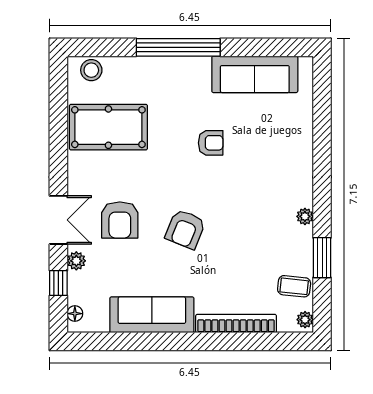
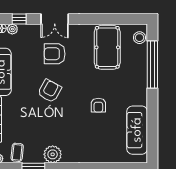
window: (178, 47) -> (152, 65), moved
plant: (305, 216) -> (53, 154), width x1.87, depth x1.87
armchair: (185, 229) -> (50, 91), turned 97
plant: (76, 261) -> (12, 29), moved

